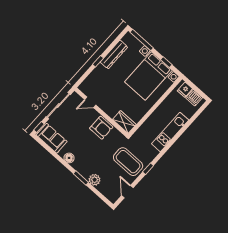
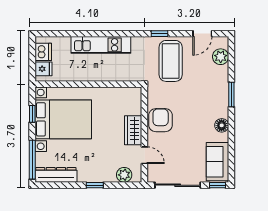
dresser: (114, 54) -> (56, 175), moved
plant: (89, 82) -> (124, 175), added
wardrobe: (124, 122) -> (133, 130), moved
plant: (95, 180) -> (221, 57), moved

